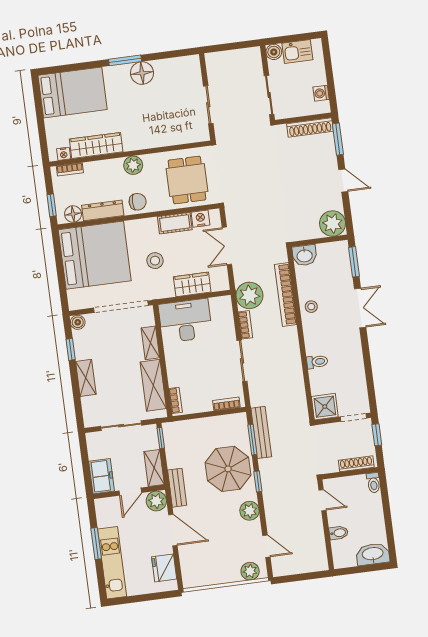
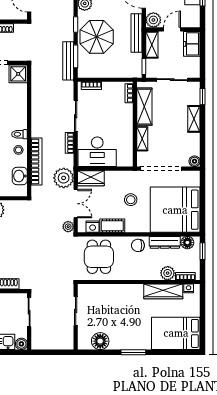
floor lamp: (142, 73) -> (100, 341), moved
plant: (133, 165) -> (168, 273), moved
plant: (233, 214) -> (68, 227), added
washbasin: (305, 255) -> (20, 176), moved, turned -90
wardrobe: (192, 284) -> (91, 178), moved
plant: (249, 295) -> (64, 178), moved
desk: (185, 321) -> (97, 152), moved
window: (71, 349) -> (203, 97), moved
toilet: (317, 362) -> (20, 134), moved
bench: (177, 488) -> (137, 33), width x1.36

